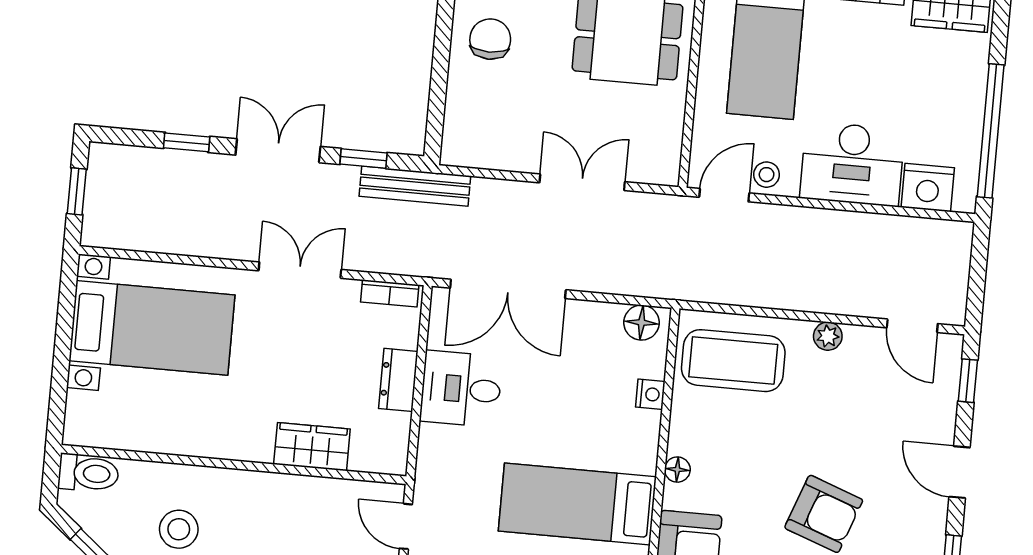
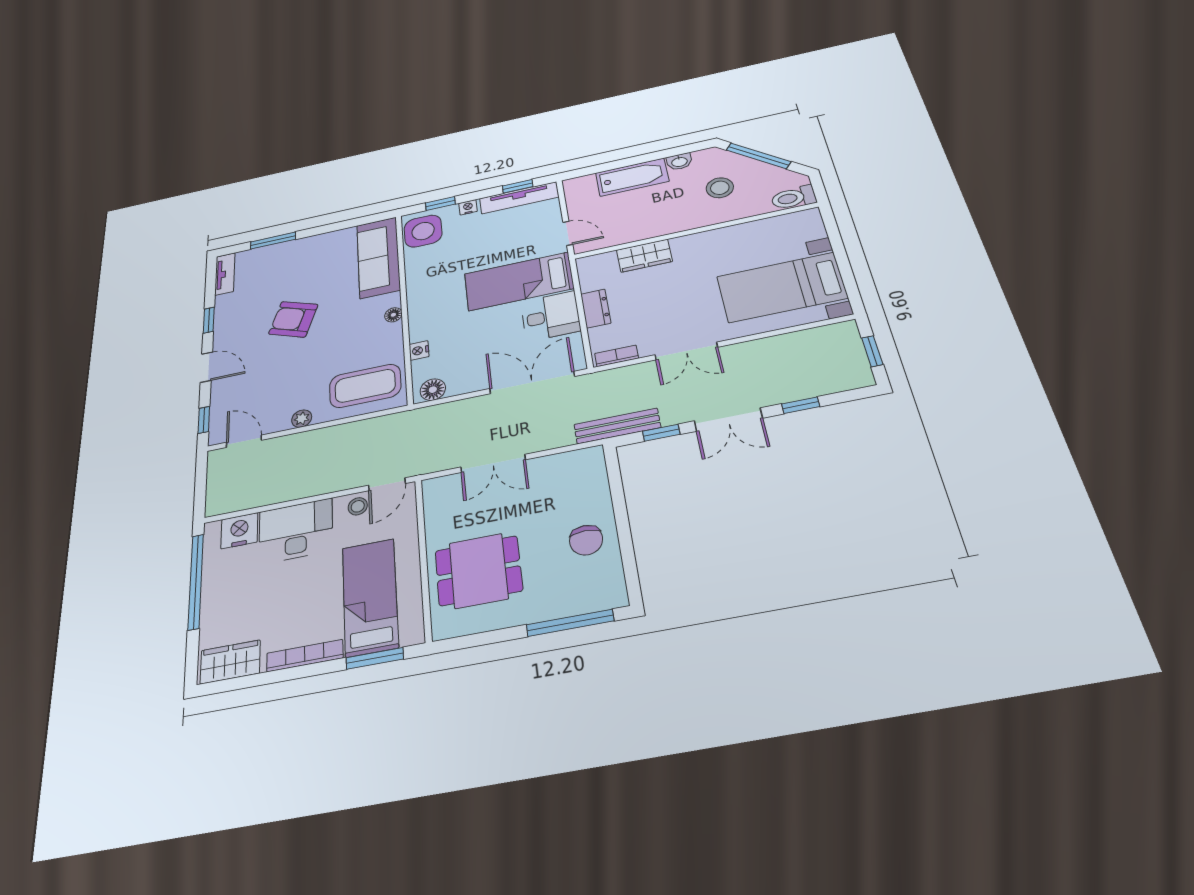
bed: (577, 504) -> (519, 281), moved, turned 180

